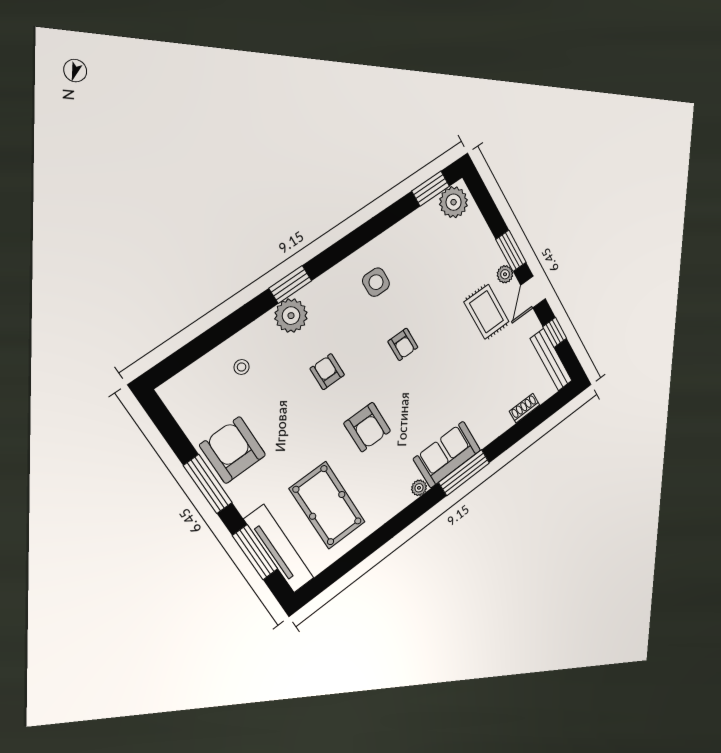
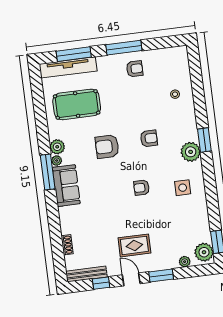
plant: (505, 274) -> (185, 262), moved
plant: (291, 316) -> (191, 152), moved
armchair: (233, 450) -> (135, 69), width x0.53, depth x0.53
window: (464, 473) -> (48, 172), moved
plant: (400, 498) -> (57, 147), added

